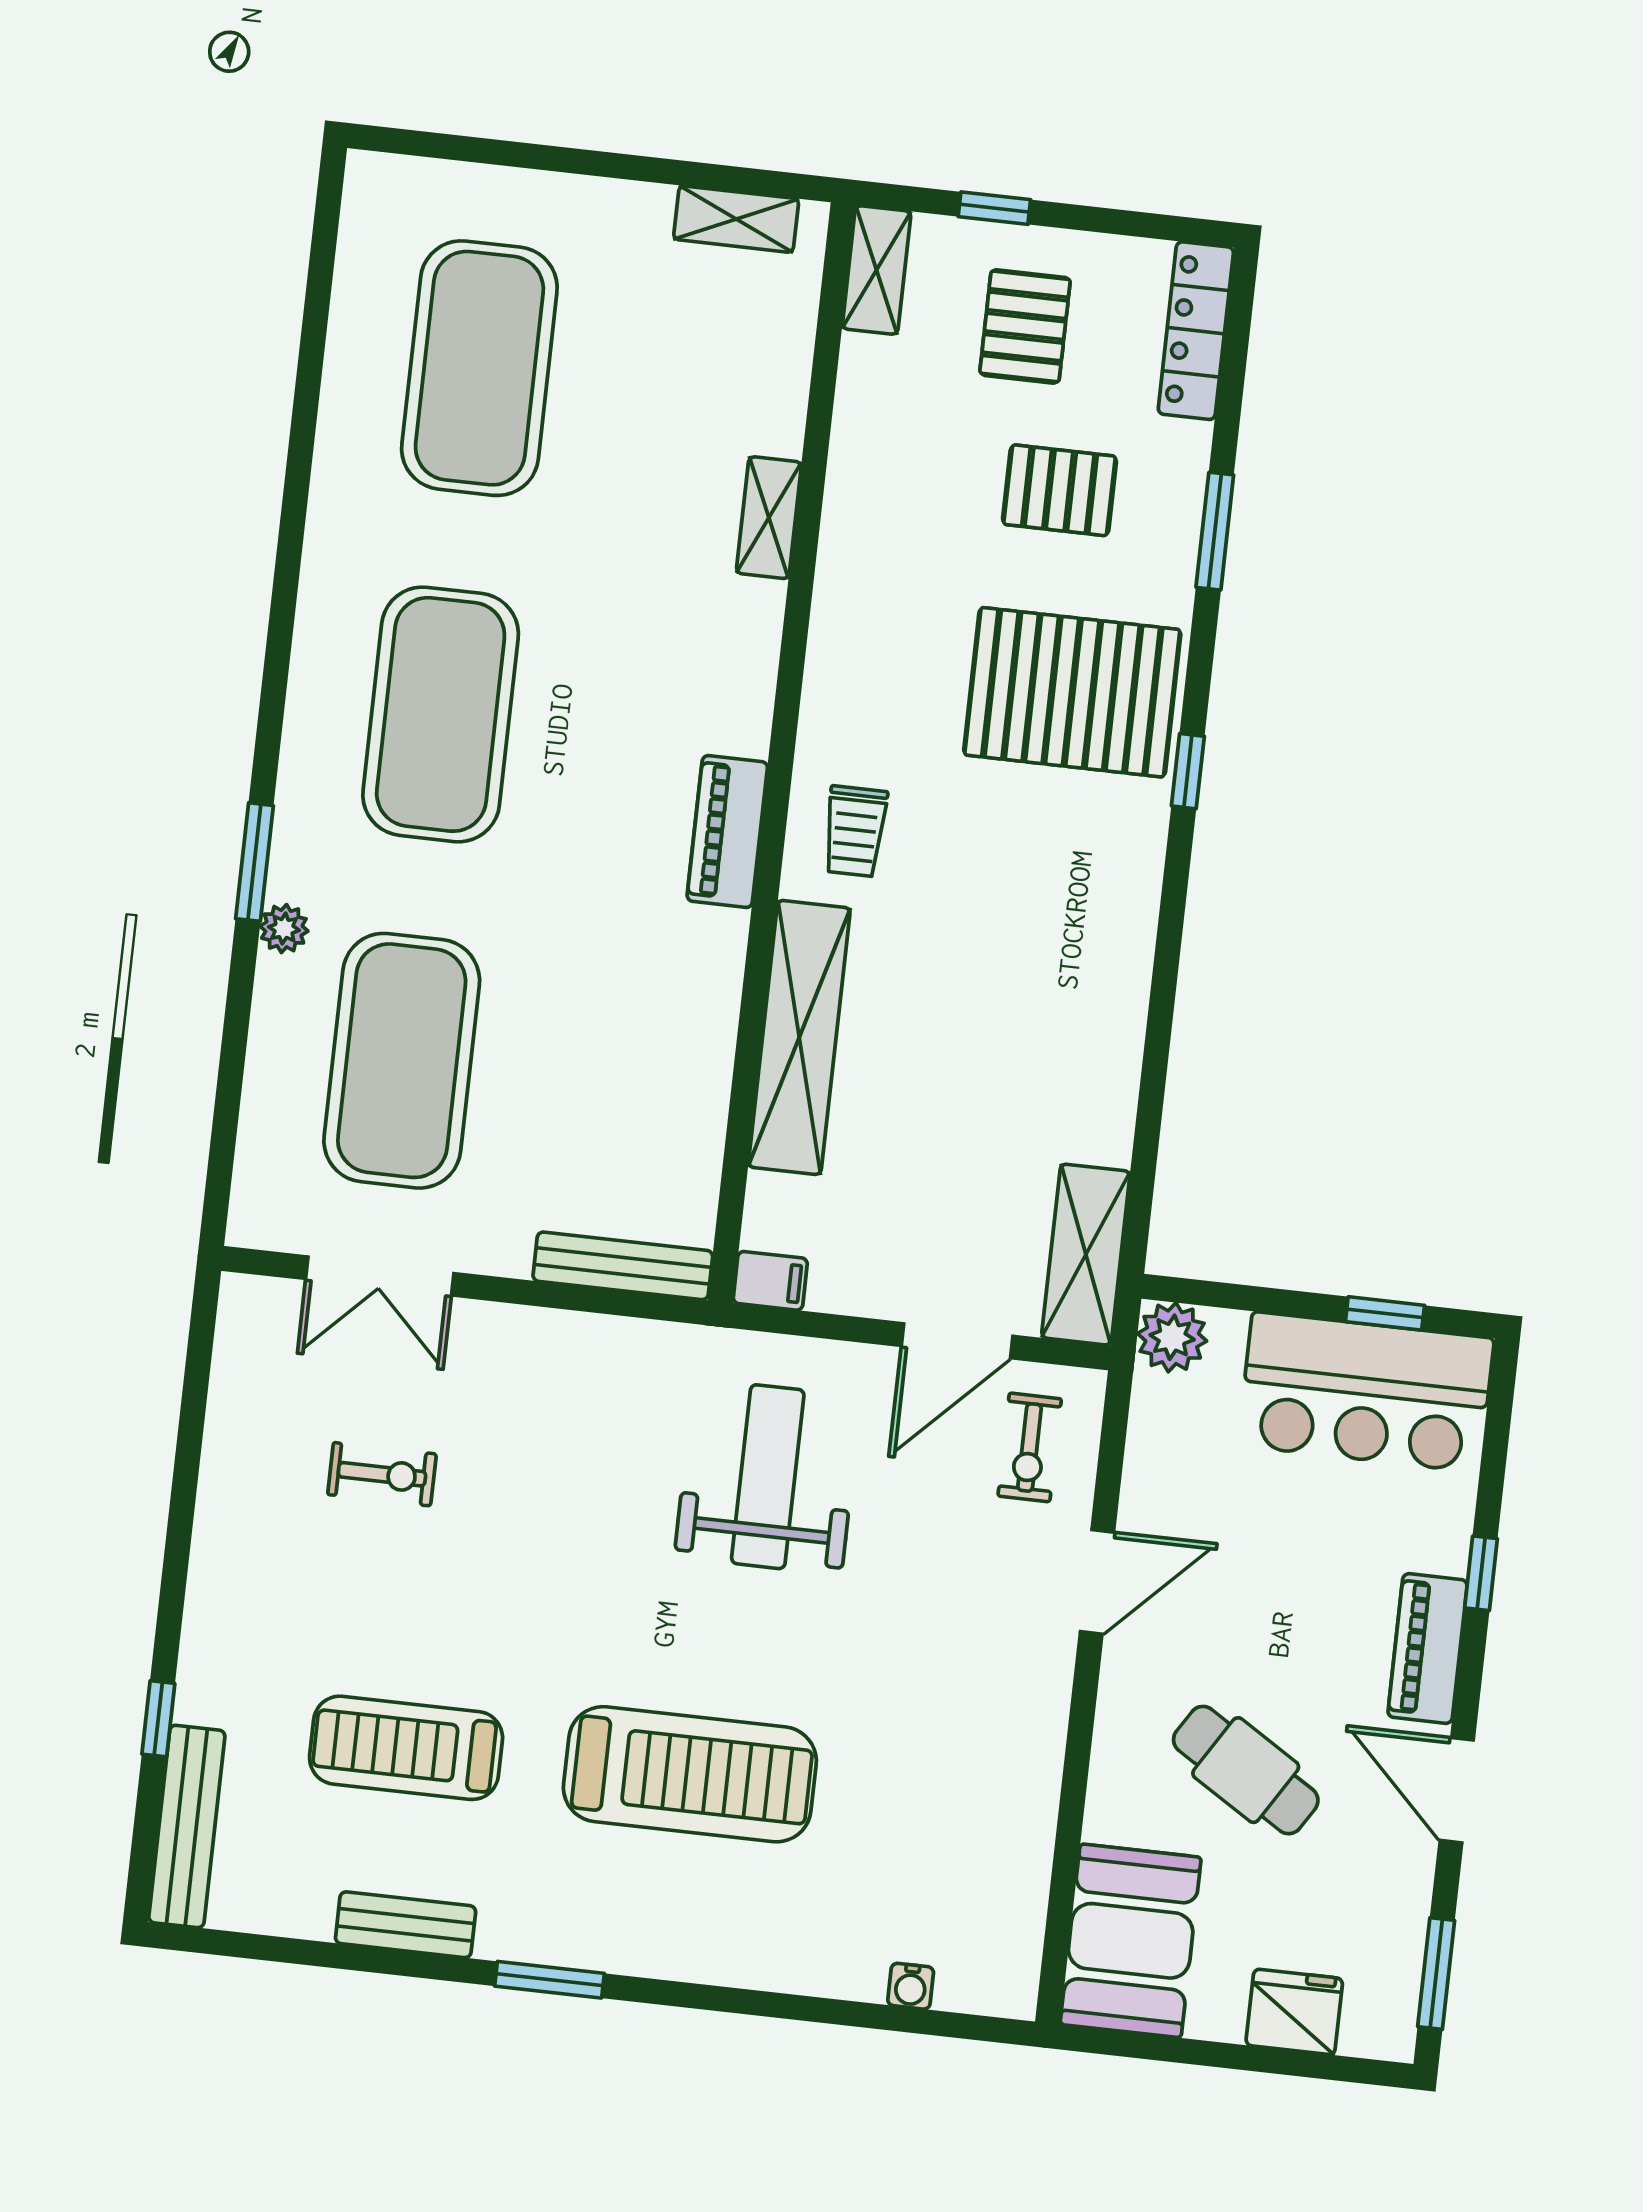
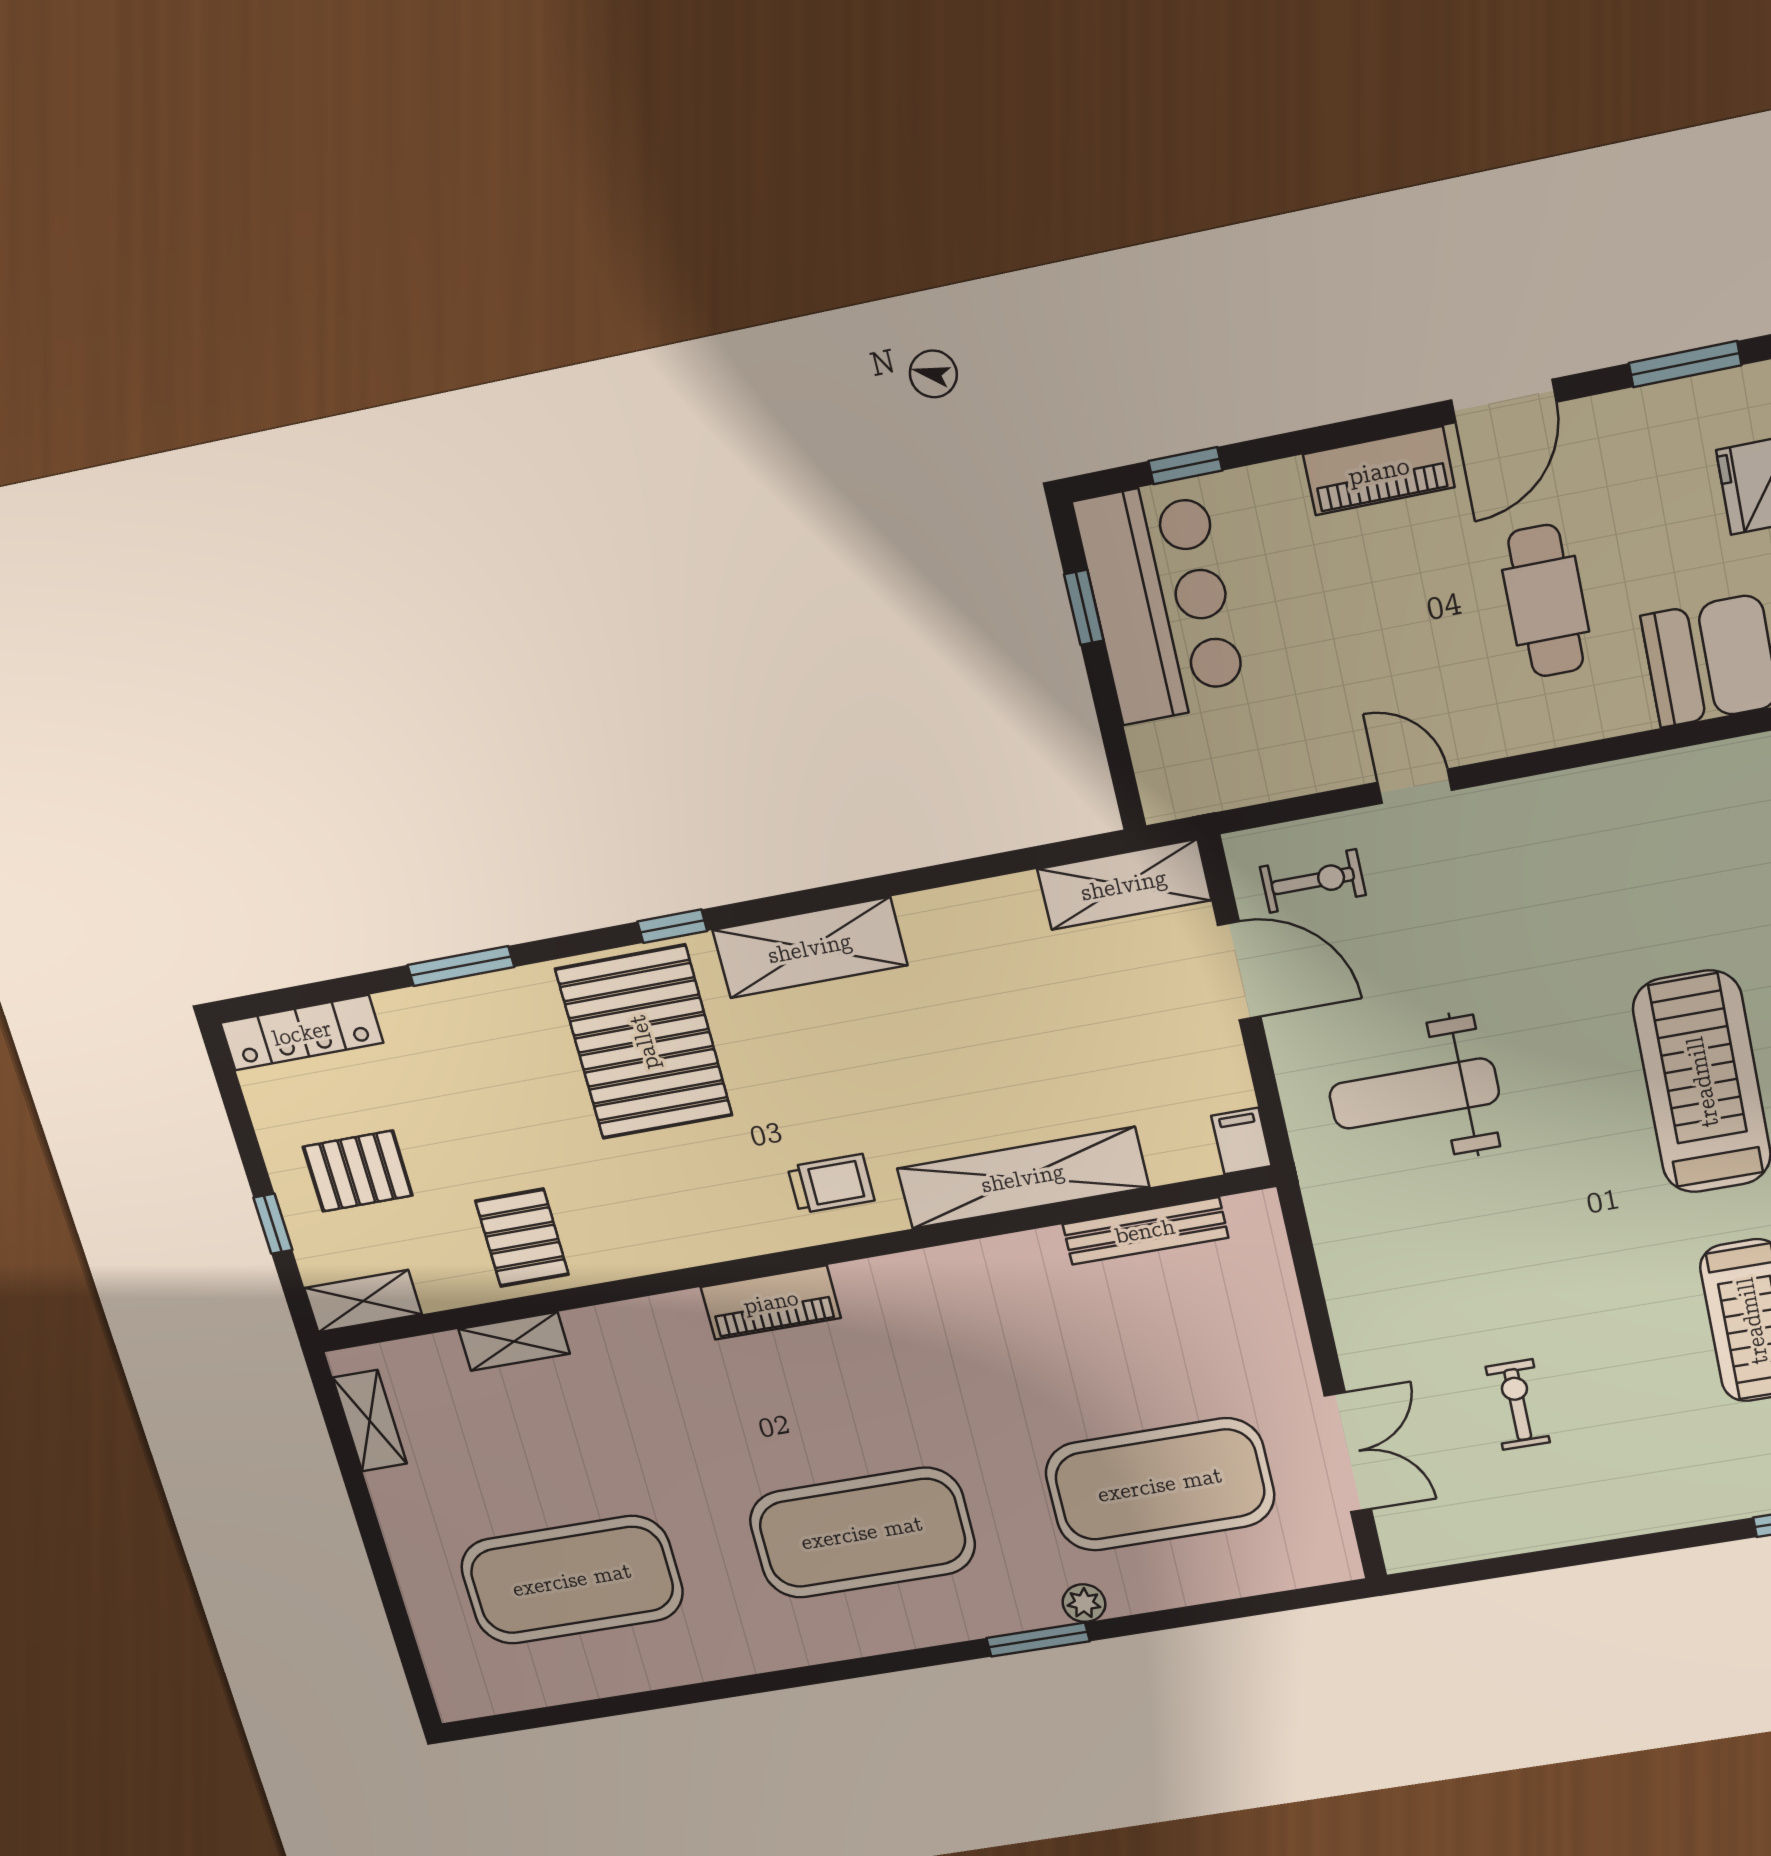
pallet: (1060, 490) -> (522, 1238), moved
shelving: (769, 518) -> (514, 1341), moved
piano: (727, 832) -> (771, 1302), moved
shelving: (1120, 906) -> (810, 948), added
bench: (623, 1266) -> (1145, 1231), moved, turned 90
plant: (1172, 1337) -> (1171, 788), removed
window: (1481, 1573) -> (1185, 466), moved
door: (1097, 1582) -> (1415, 786), width x0.73
cafe table: (1246, 1770) -> (1546, 601), turned -32

